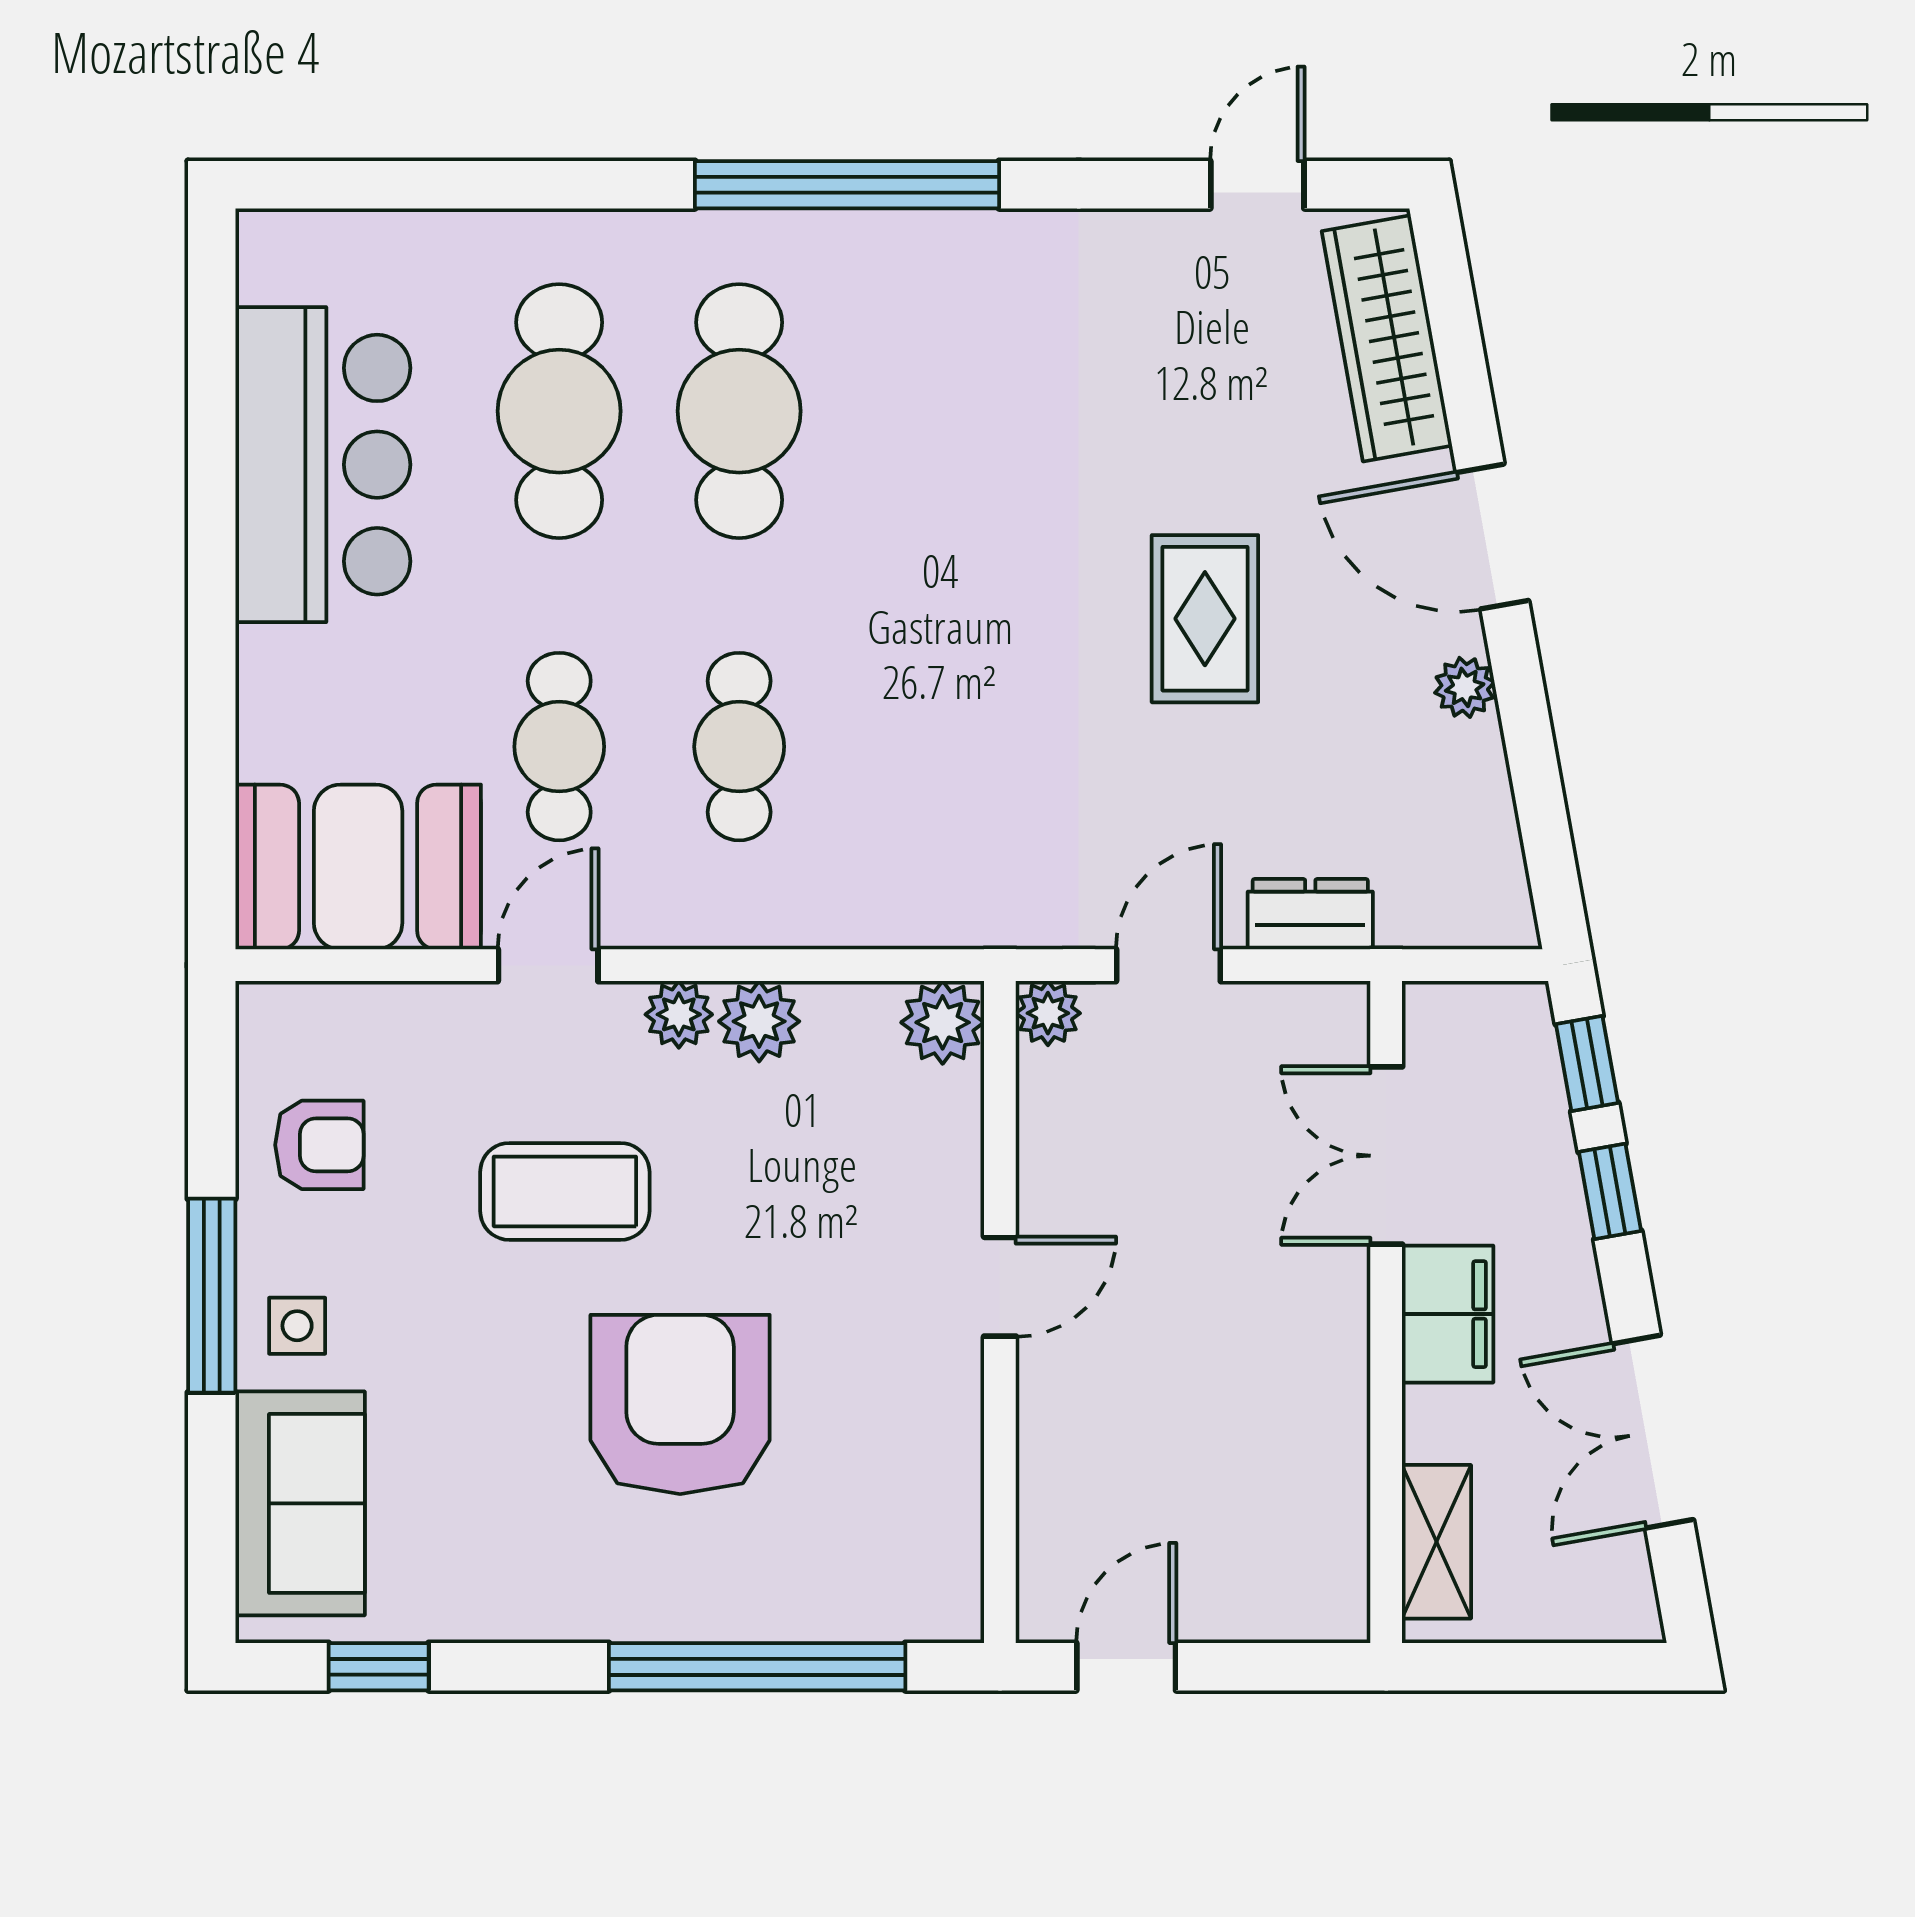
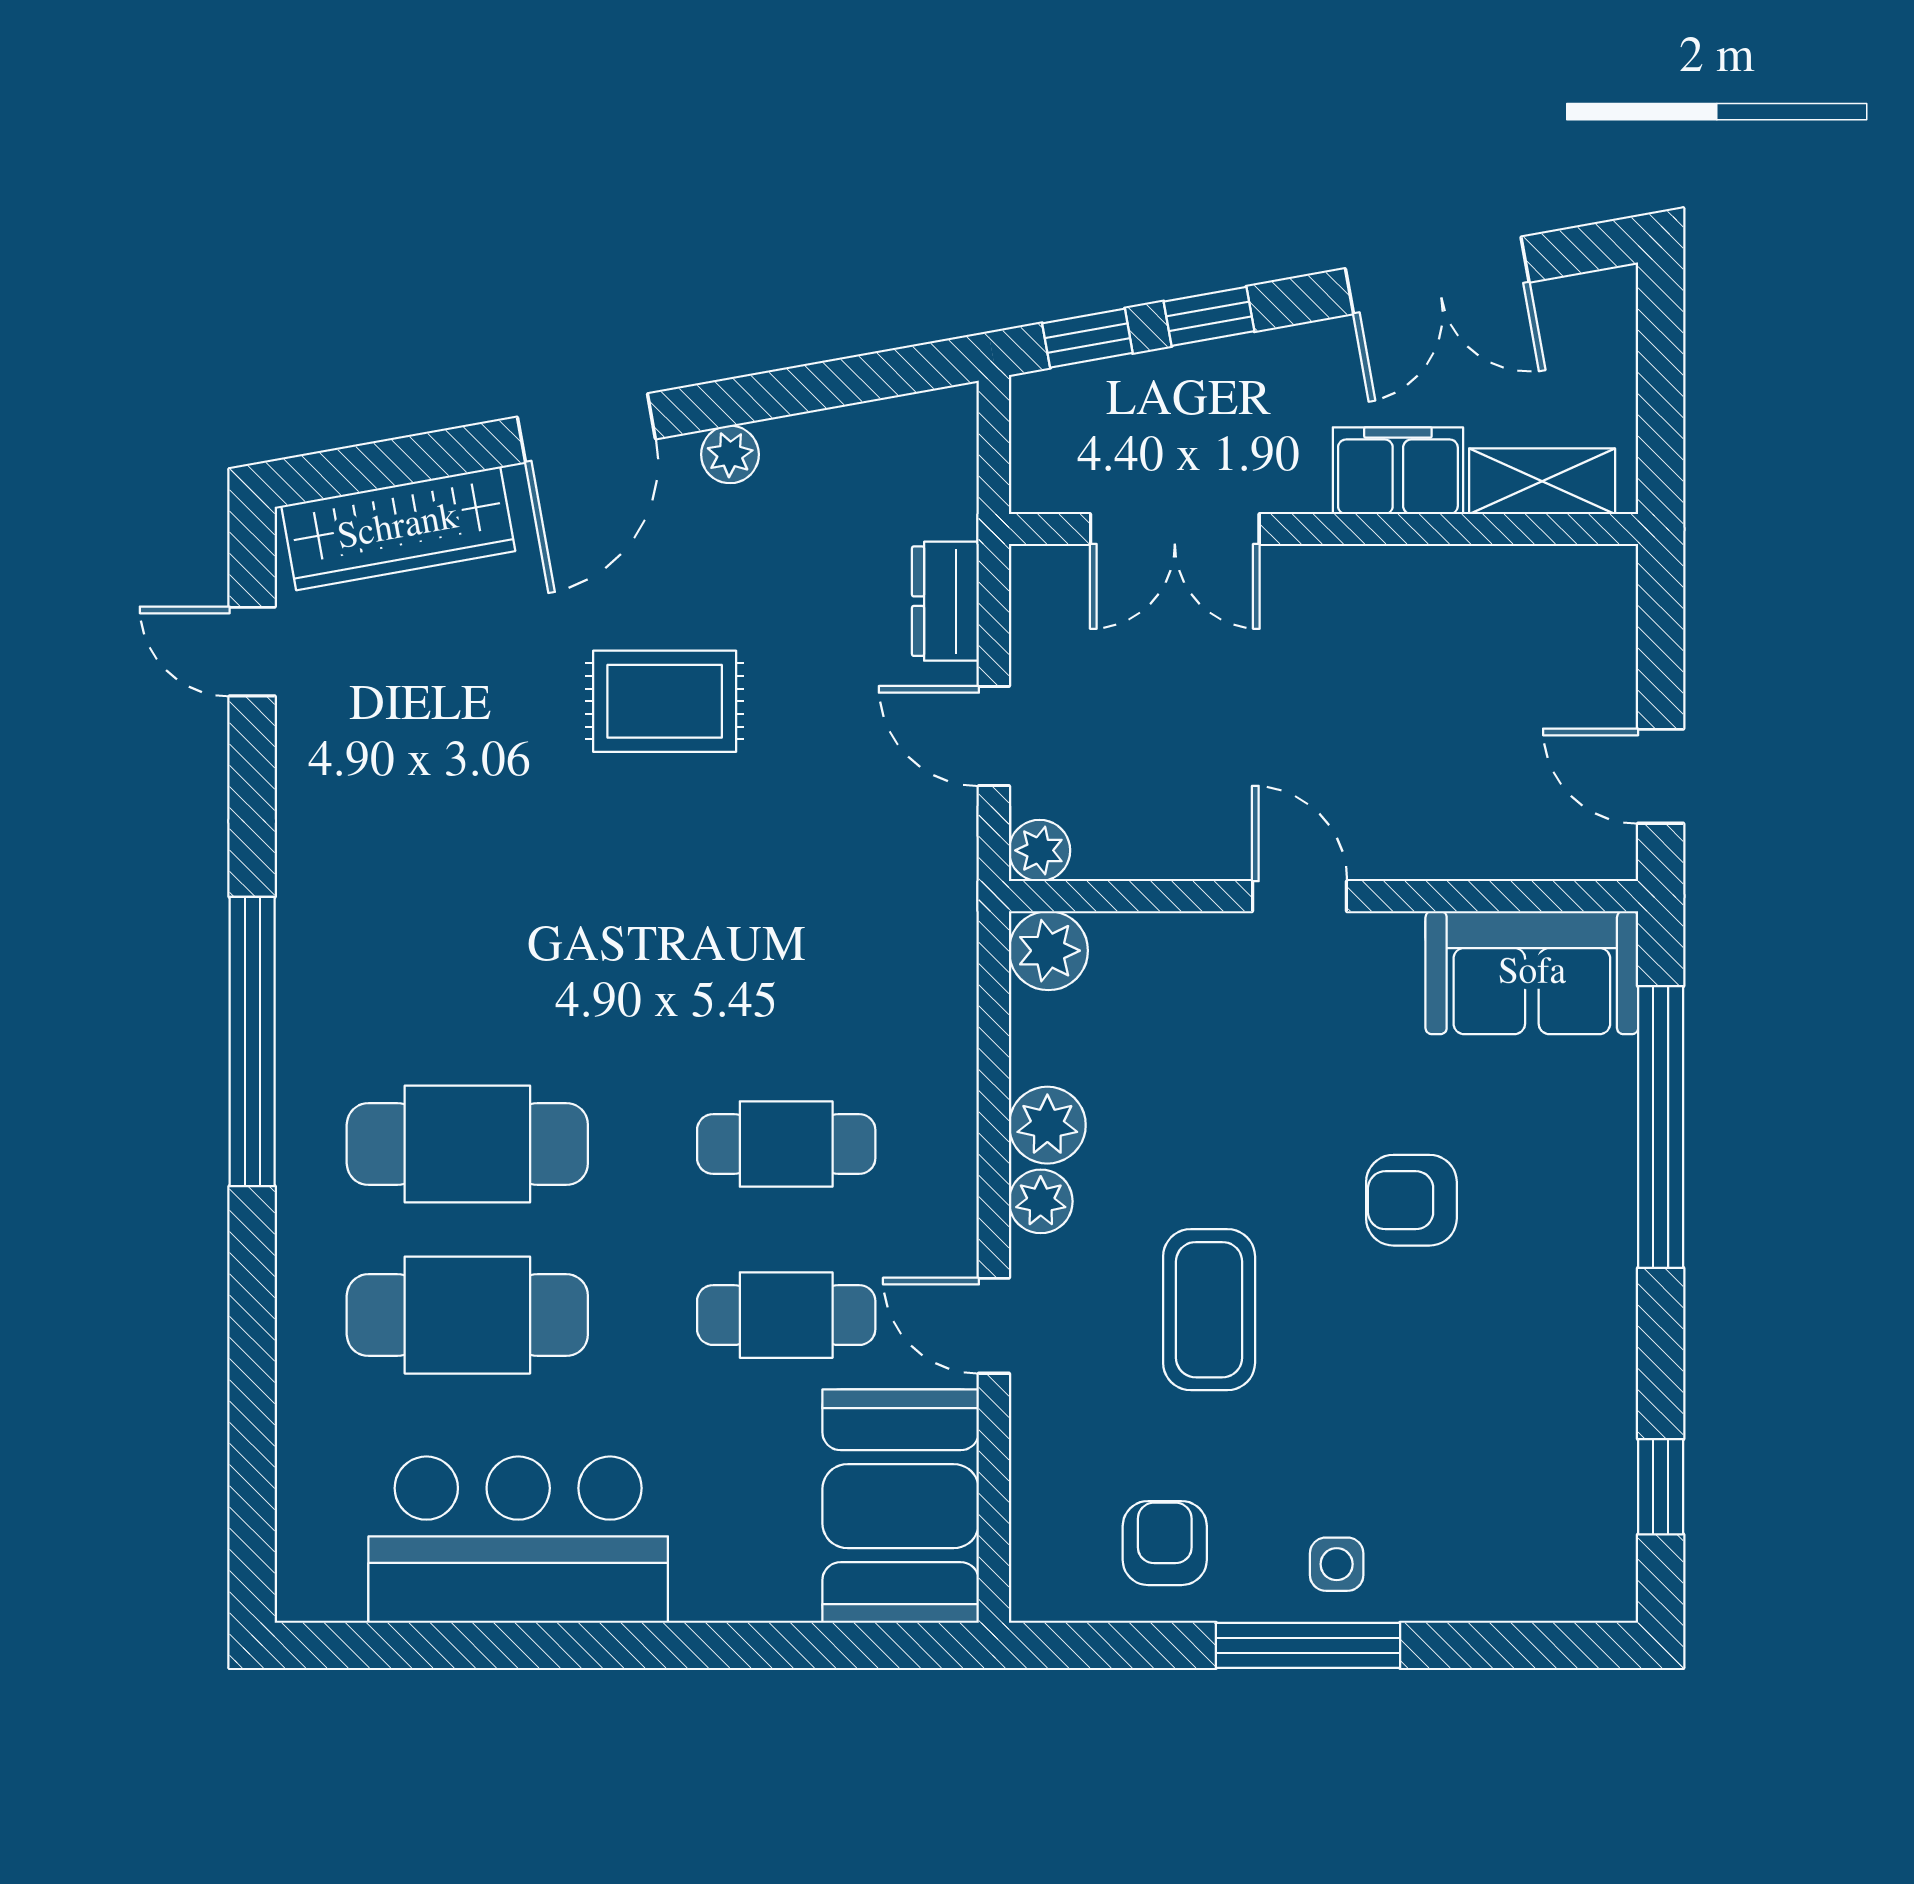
filing cabinet: (1448, 1314) -> (1398, 471), moved
armchair: (680, 1404) -> (1411, 1200), width x0.53, depth x0.53
sofa: (300, 1503) -> (1532, 973), moved, turned 180

